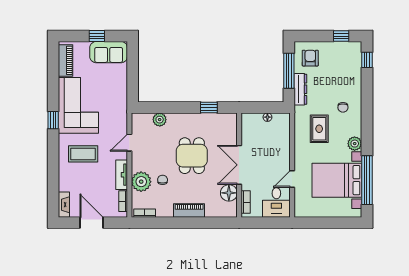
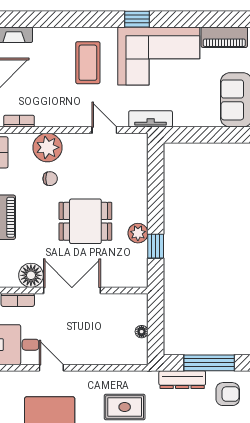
plant: (160, 120) -> (138, 233), moved
tv unit: (122, 175) -> (151, 119), moved

